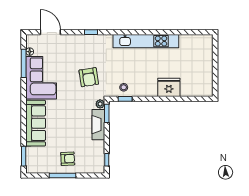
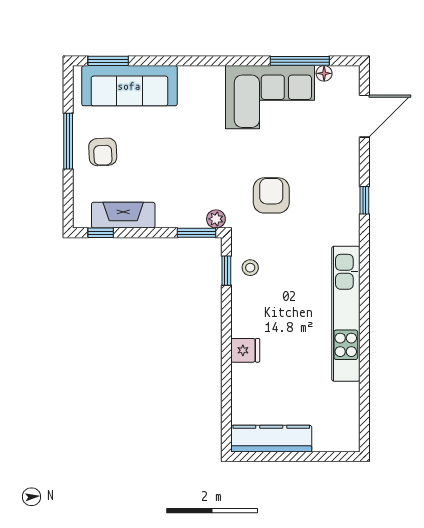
armchair: (89, 77) -> (271, 195), turned 99
kitchen counter: (206, 77) -> (271, 439), added
fridge: (169, 87) -> (245, 350), width x0.53, depth x0.75
sofa: (36, 123) -> (129, 86), moved
fireplace: (98, 125) -> (123, 215), moved

